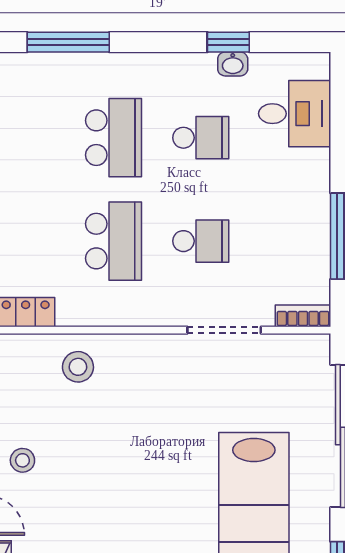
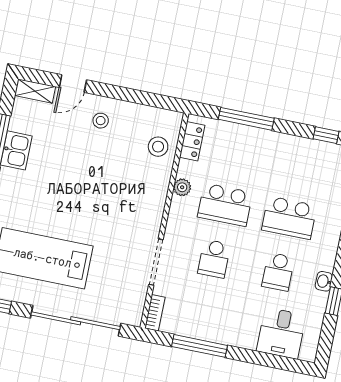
washbasin: (233, 64) -> (324, 281), moved
plant: (100, 313) -> (182, 187), added
stool: (78, 367) -> (158, 147), moved

